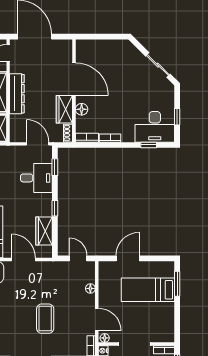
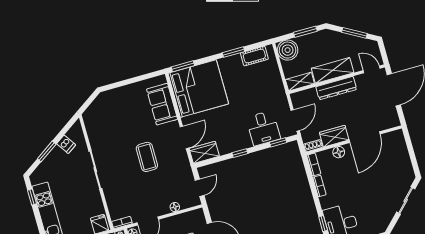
sliding door: (158, 65) -> (406, 200), moved
wardrobe: (44, 231) -> (204, 152), moved
coffee table: (45, 319) -> (147, 157), moved, turned 90

